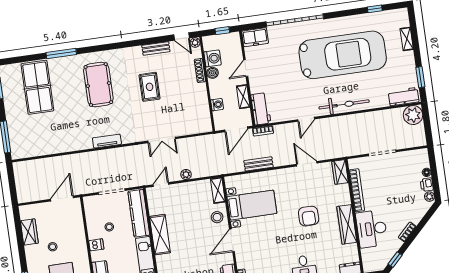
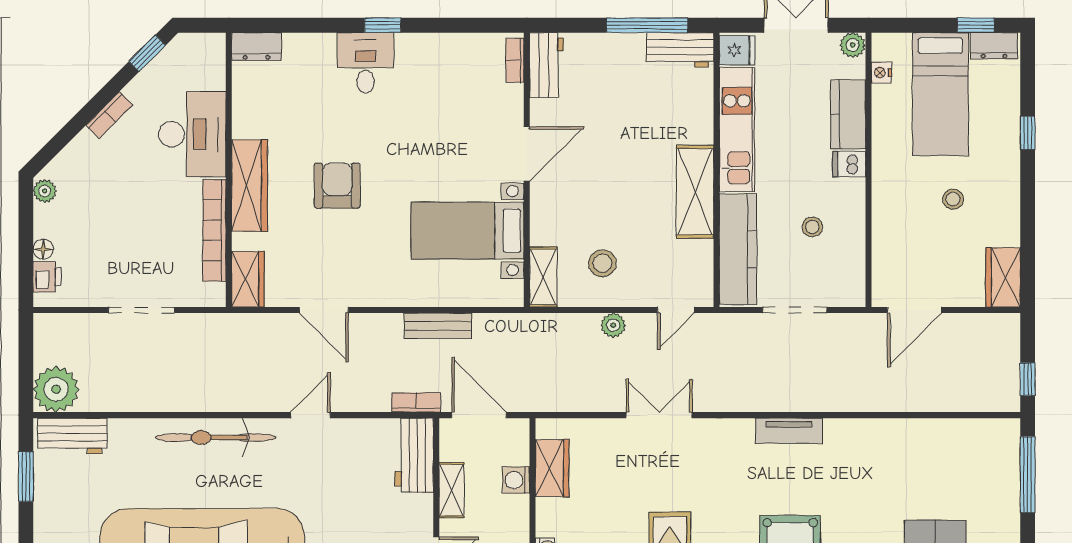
wardrobe: (203, 112) -> (552, 468), added
door: (236, 129) -> (479, 415), hinge flipped
window: (11, 177) -> (1028, 379), added
printer: (427, 185) -> (47, 277), moved
stool: (217, 217) -> (602, 263), moved
wardrobe: (347, 224) -> (249, 186), moved
wardrobe: (29, 232) -> (1003, 277), moved
dishwasher: (96, 245) -> (849, 164), moved

